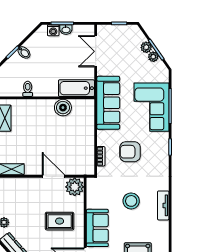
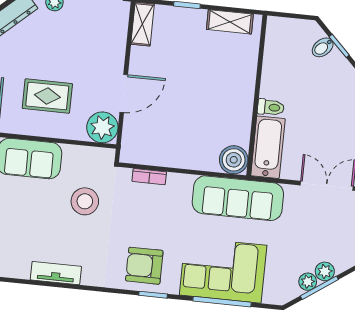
bidet: (24, 52) -> (323, 47), moved
toilet: (28, 89) -> (271, 107), moved
boiler: (63, 108) -> (234, 160), moved
armchair: (130, 152) -> (144, 266), moved, turned -90
stool: (131, 201) -> (85, 201), moved
rug: (60, 221) -> (47, 96), turned 90

